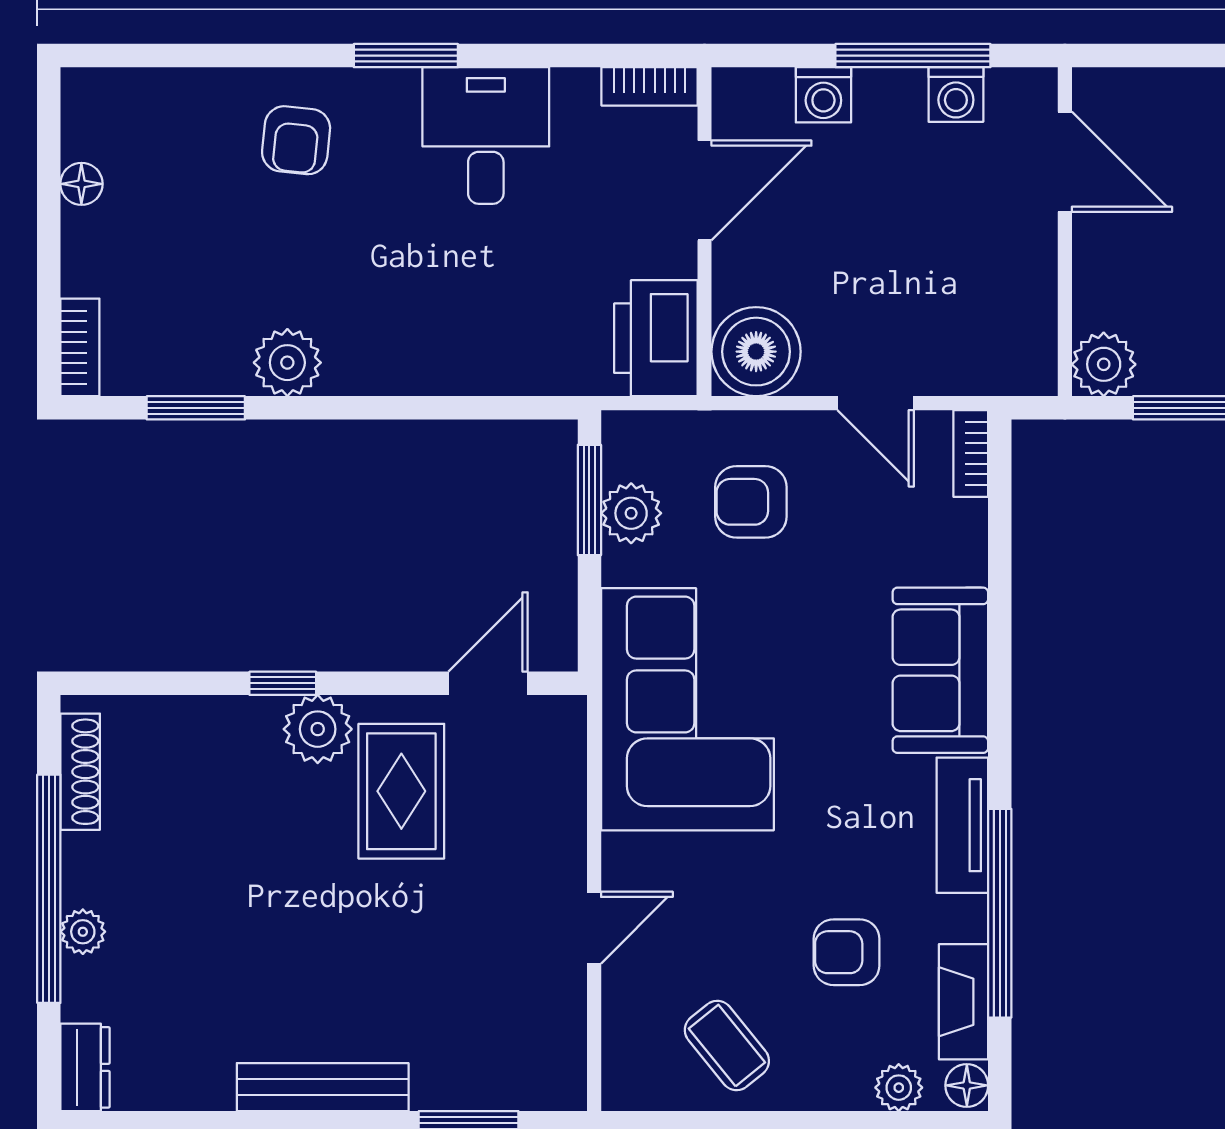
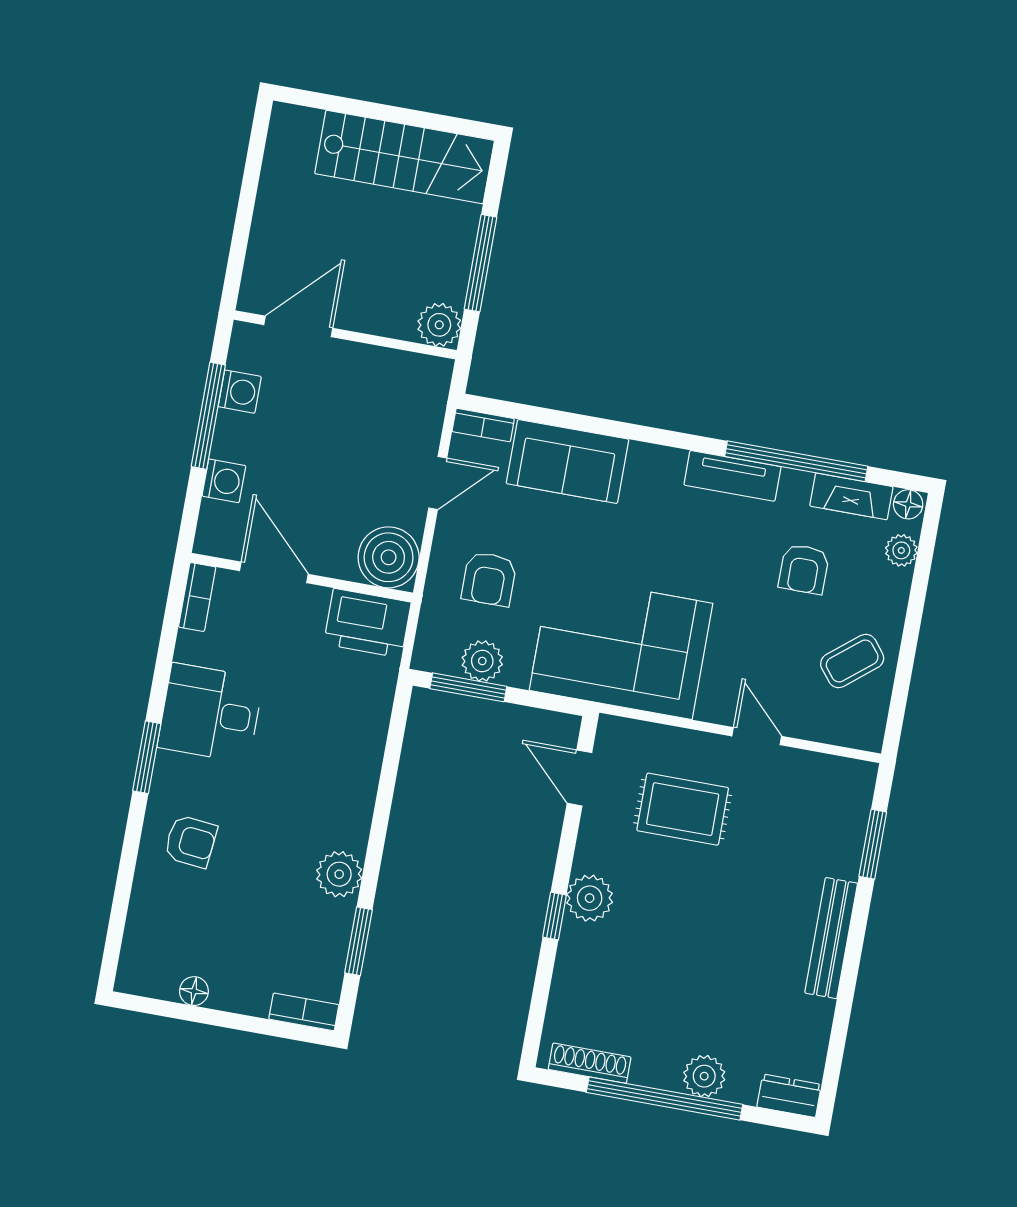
sofa: (940, 670) -> (567, 461), moved
rug: (401, 791) -> (683, 809), moved
plant: (83, 932) -> (704, 1076), width x1.38, depth x1.38

